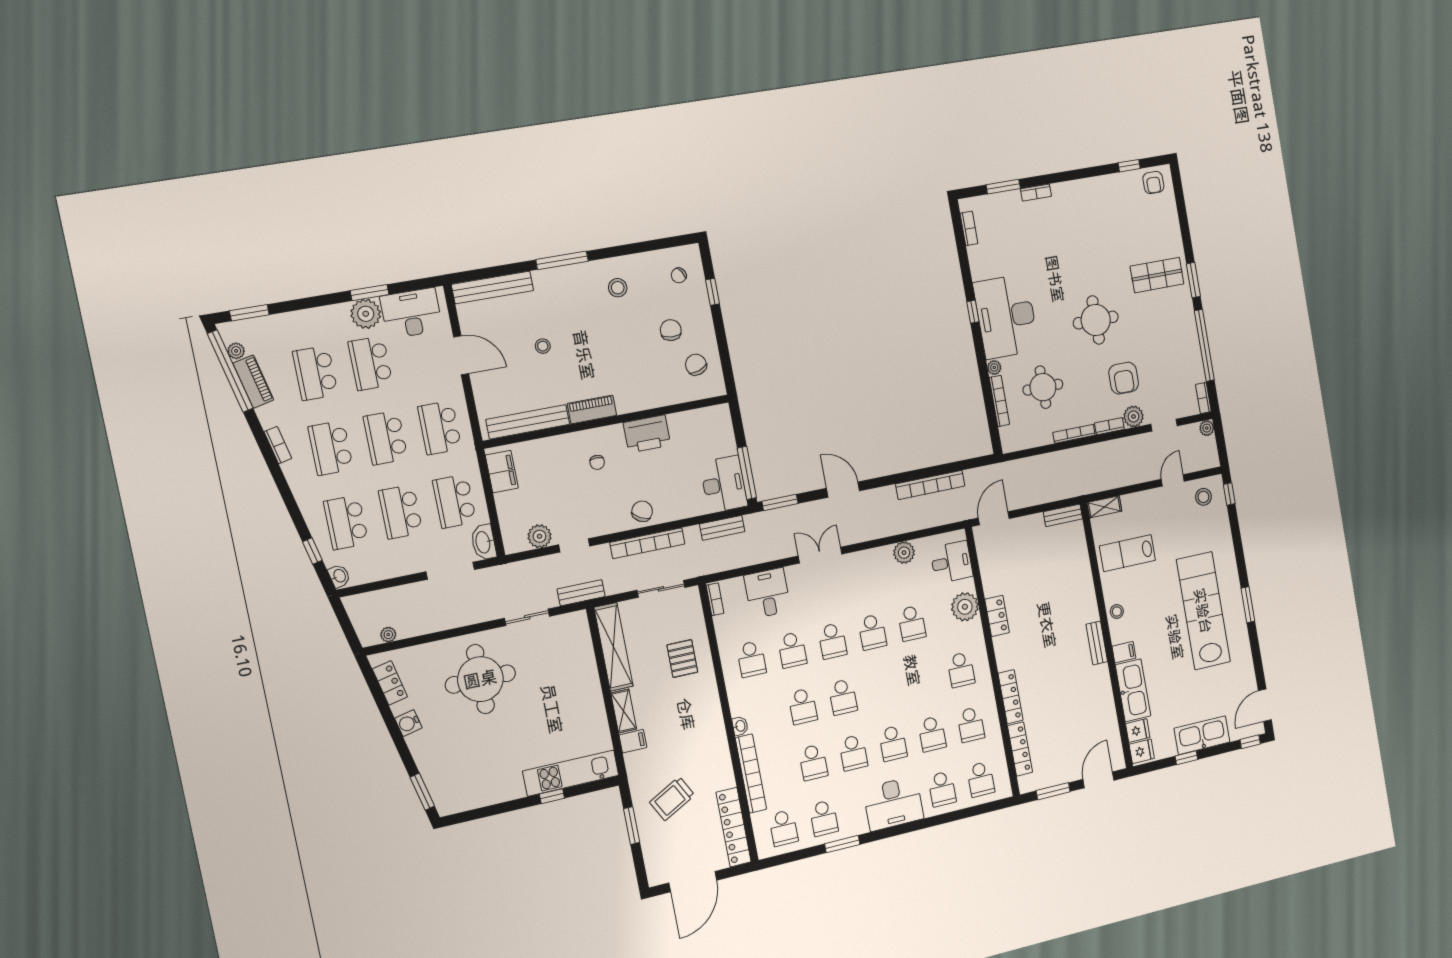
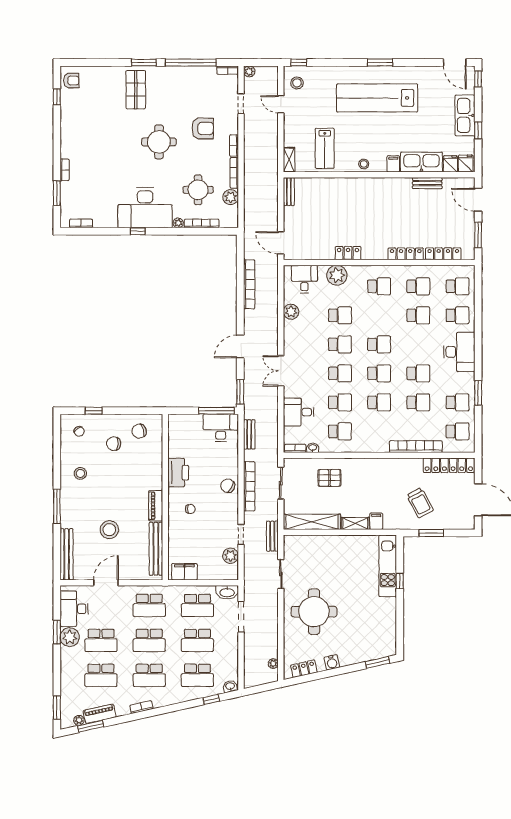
stool: (543, 346) -> (109, 530), width x1.89, depth x1.89
window: (230, 371) -> (91, 726), width x0.47
plant: (1134, 416) -> (231, 197), moved
bench: (1097, 643) -> (427, 183), moved
washbasin: (740, 726) -> (313, 448), moved
school desk: (893, 743) -> (379, 344), moved

